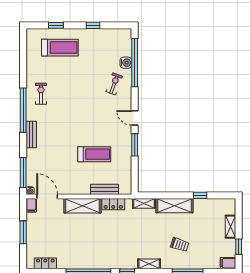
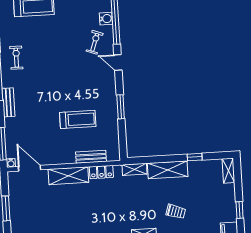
door: (135, 118) -> (118, 62), moved
filing cabinet: (31, 205) -> (13, 179), removed
shelving: (231, 227) -> (228, 171), moved

